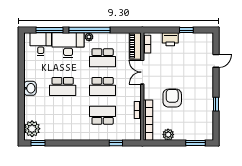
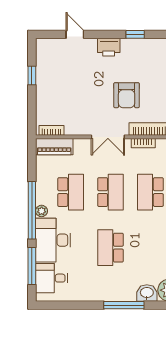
printer: (170, 39) -> (109, 47), moved, turned 90
double door: (142, 72) -> (108, 137), moved
school desk: (63, 86) -> (111, 248), turned 180
washbasin: (30, 88) -> (147, 293), moved
window: (21, 96) -> (124, 305), added
armchair: (172, 98) -> (127, 95), turned -90

